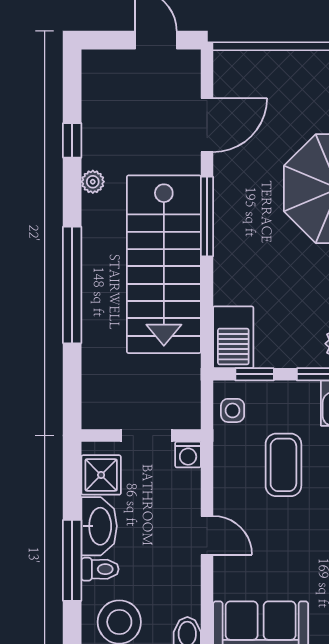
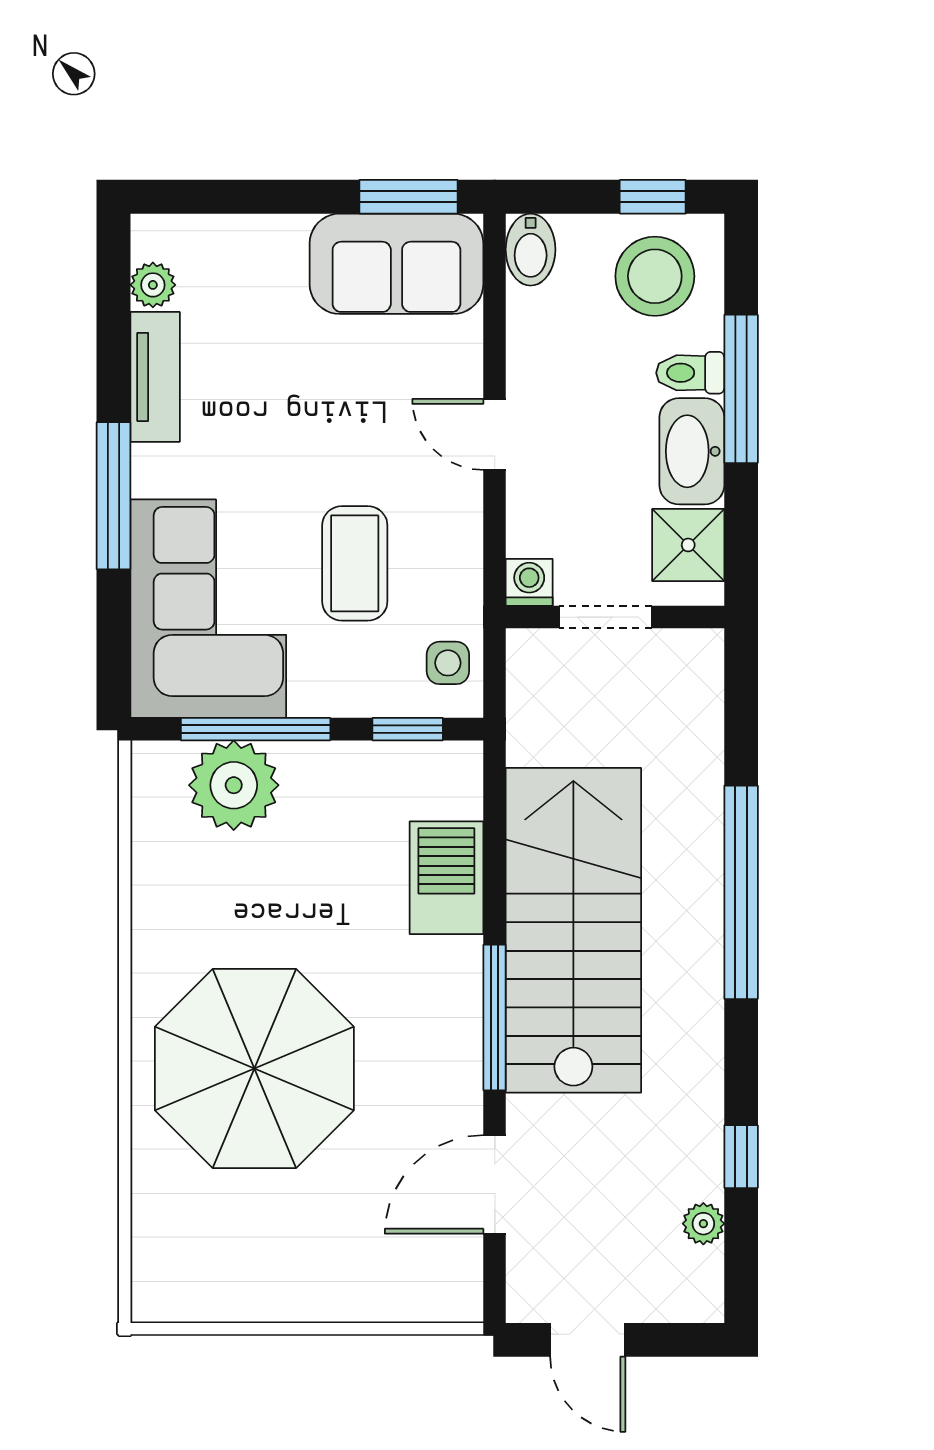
plant: (93, 182) -> (703, 1224), moved
barbecue: (233, 337) -> (446, 878), moved

